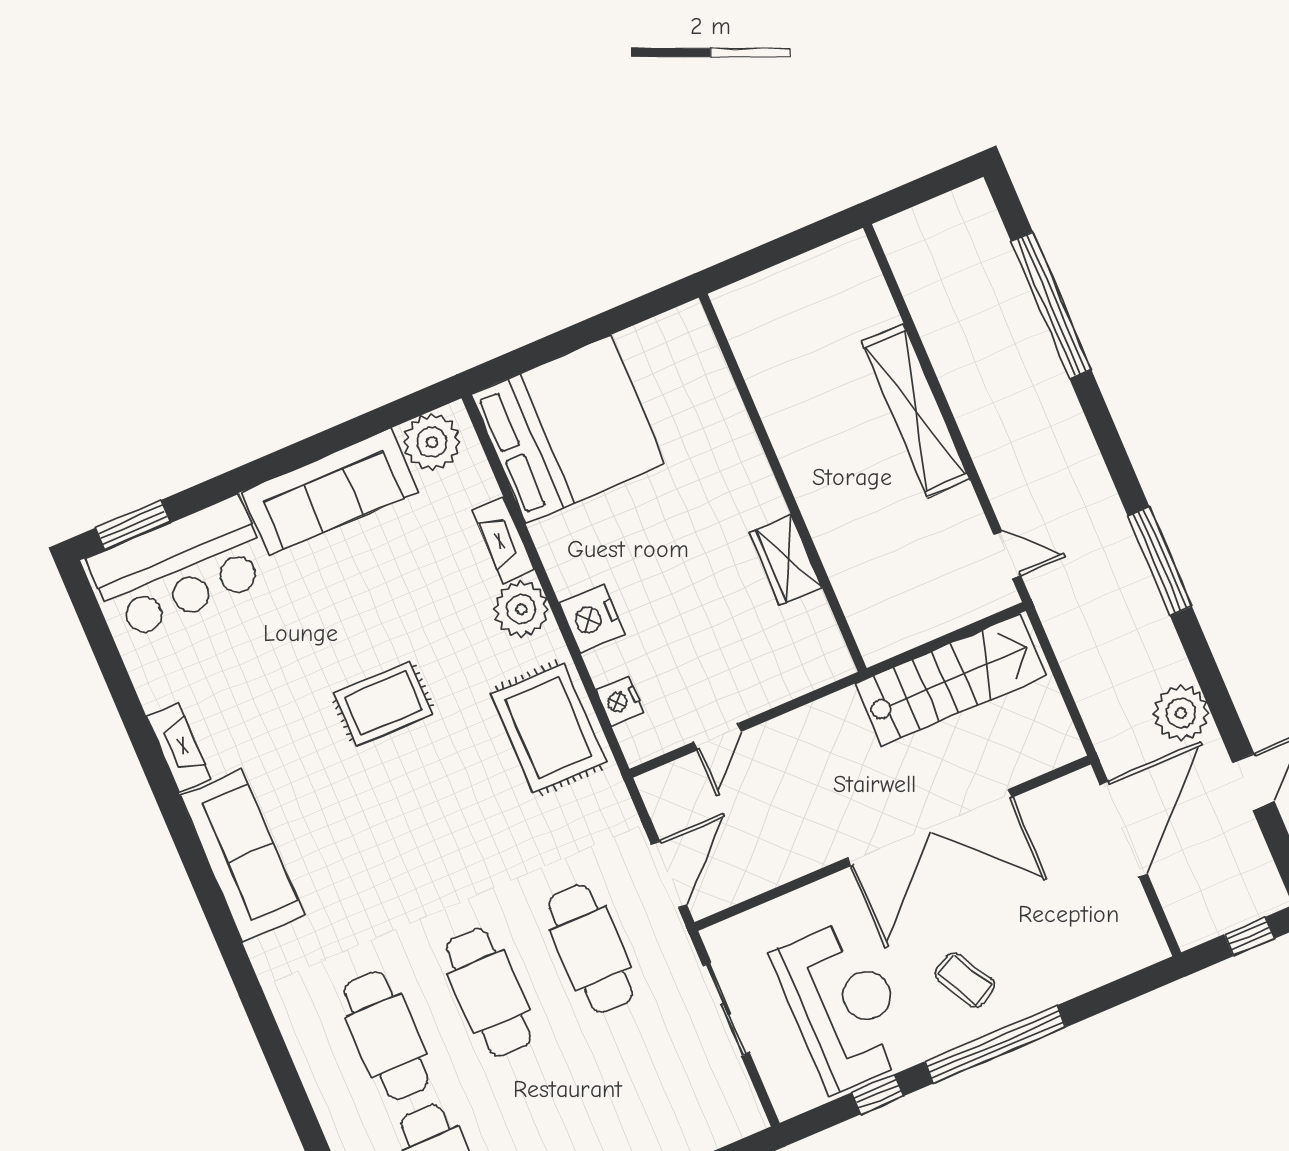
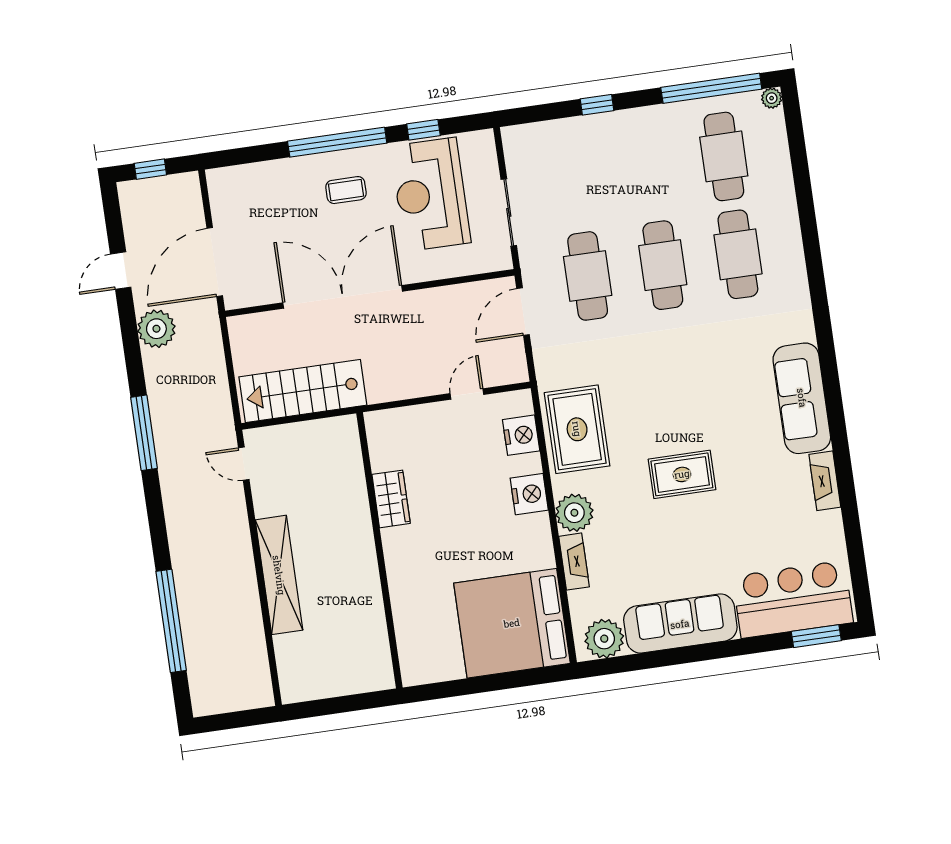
nightstand: (620, 701) -> (521, 435), width x1.36, depth x1.33
coffee table: (965, 980) -> (346, 190), turned -61

